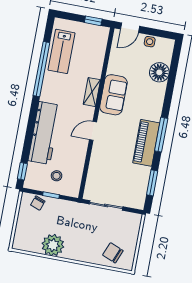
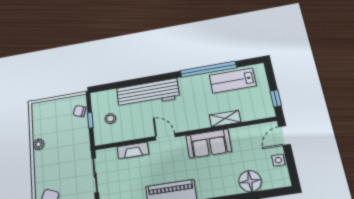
door: (130, 28) -> (284, 136), hinge flipped
shelving: (92, 92) -> (225, 119), moved
fireplace: (95, 164) -> (133, 150), added
window: (22, 171) -> (105, 87), removed
plant: (53, 245) -> (39, 144), width x0.53, depth x0.53

